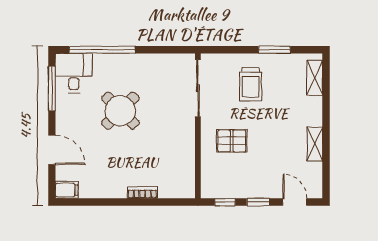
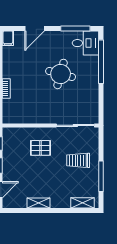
window: (274, 50) -> (101, 176), width x1.44
round table: (120, 111) -> (61, 74), turned -30
pallet: (232, 141) -> (41, 148), turned 90

